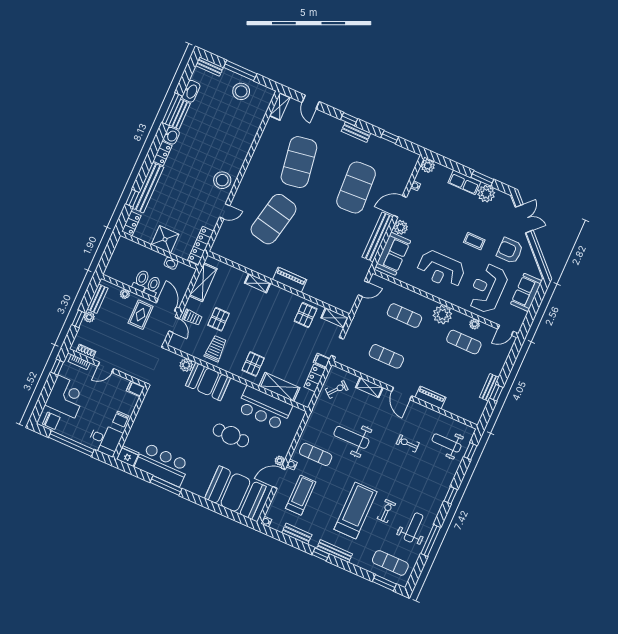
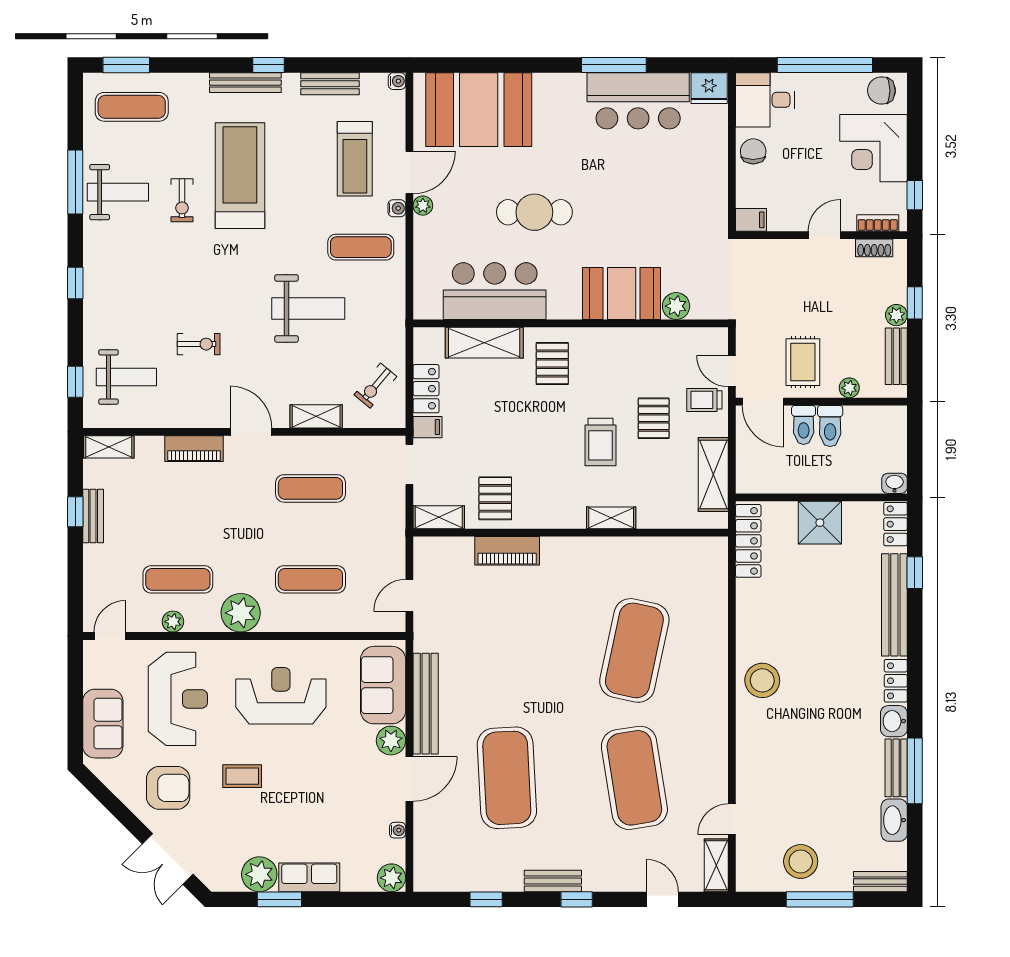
door: (225, 211) -> (732, 819), moved
washbasin: (171, 263) -> (895, 483), moved
piano: (290, 280) -> (507, 551), moved
trolley: (216, 349) -> (601, 442), moved
shelving: (468, 415) -> (109, 447), added
treadmill: (356, 511) -> (240, 176), turned 180
weight bench: (413, 527) -> (118, 192), turned -90

